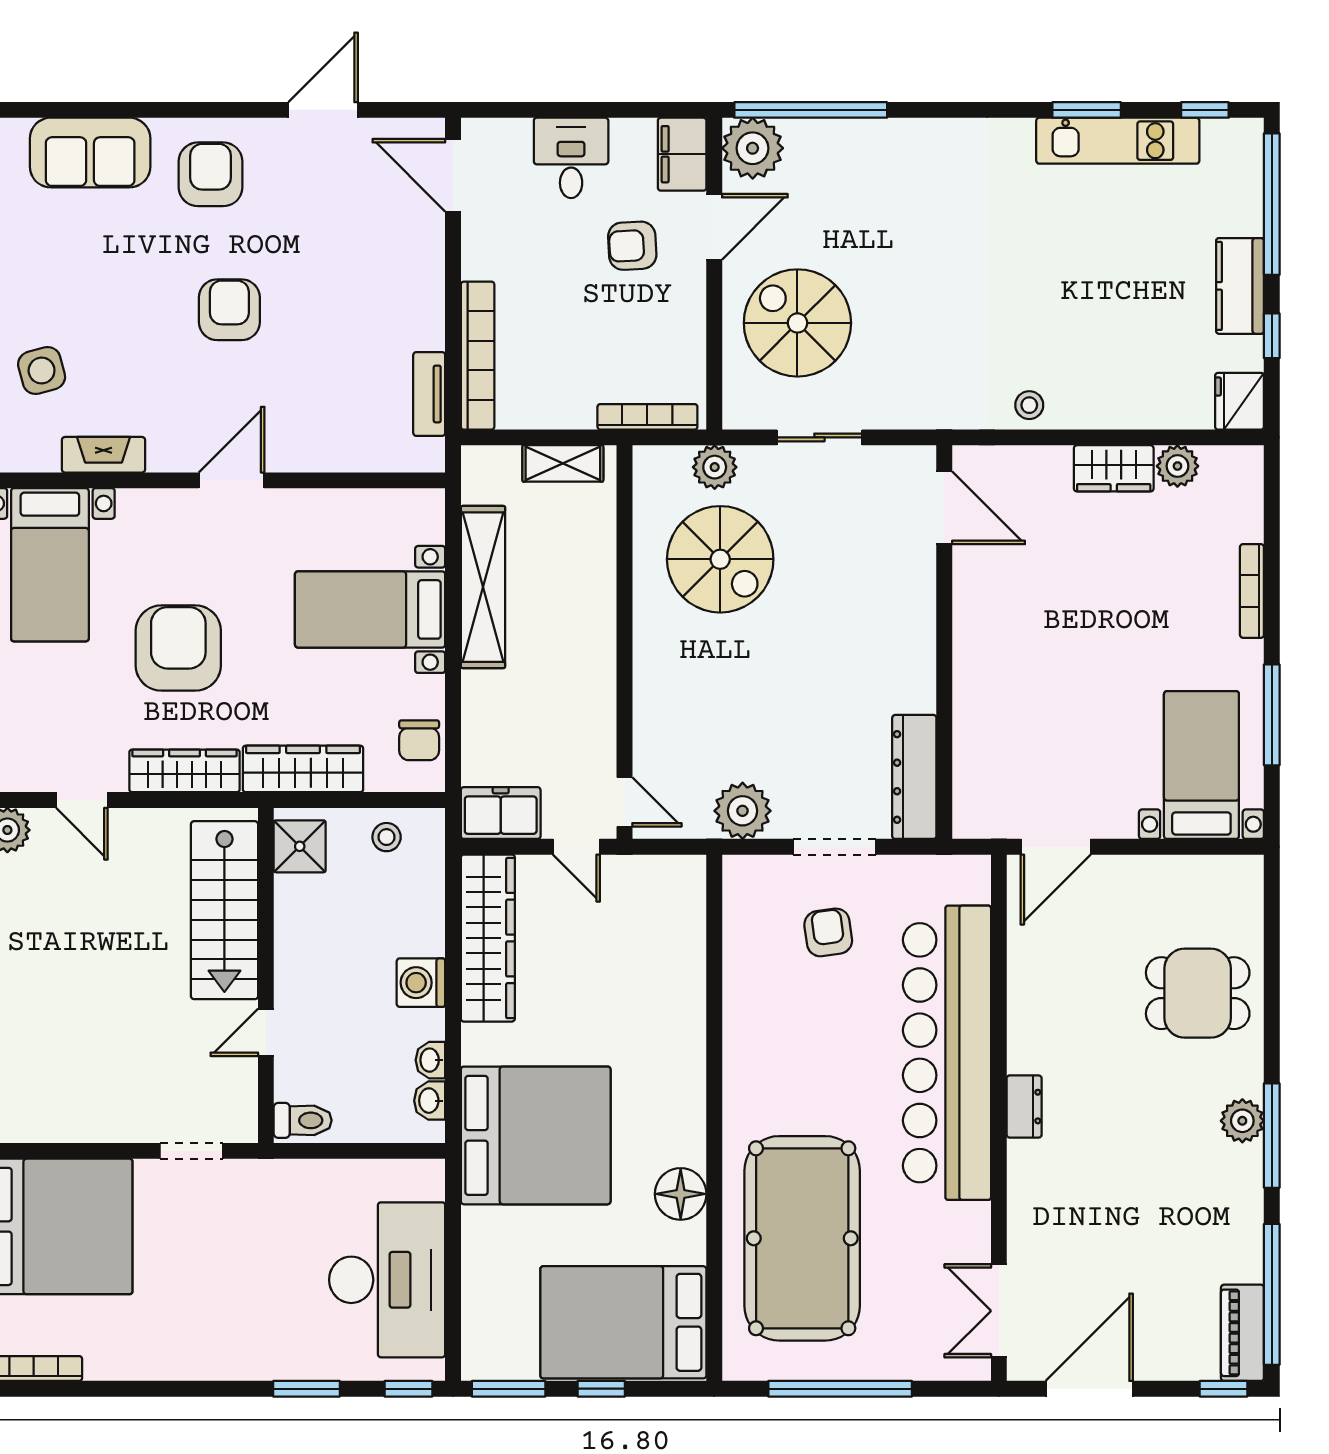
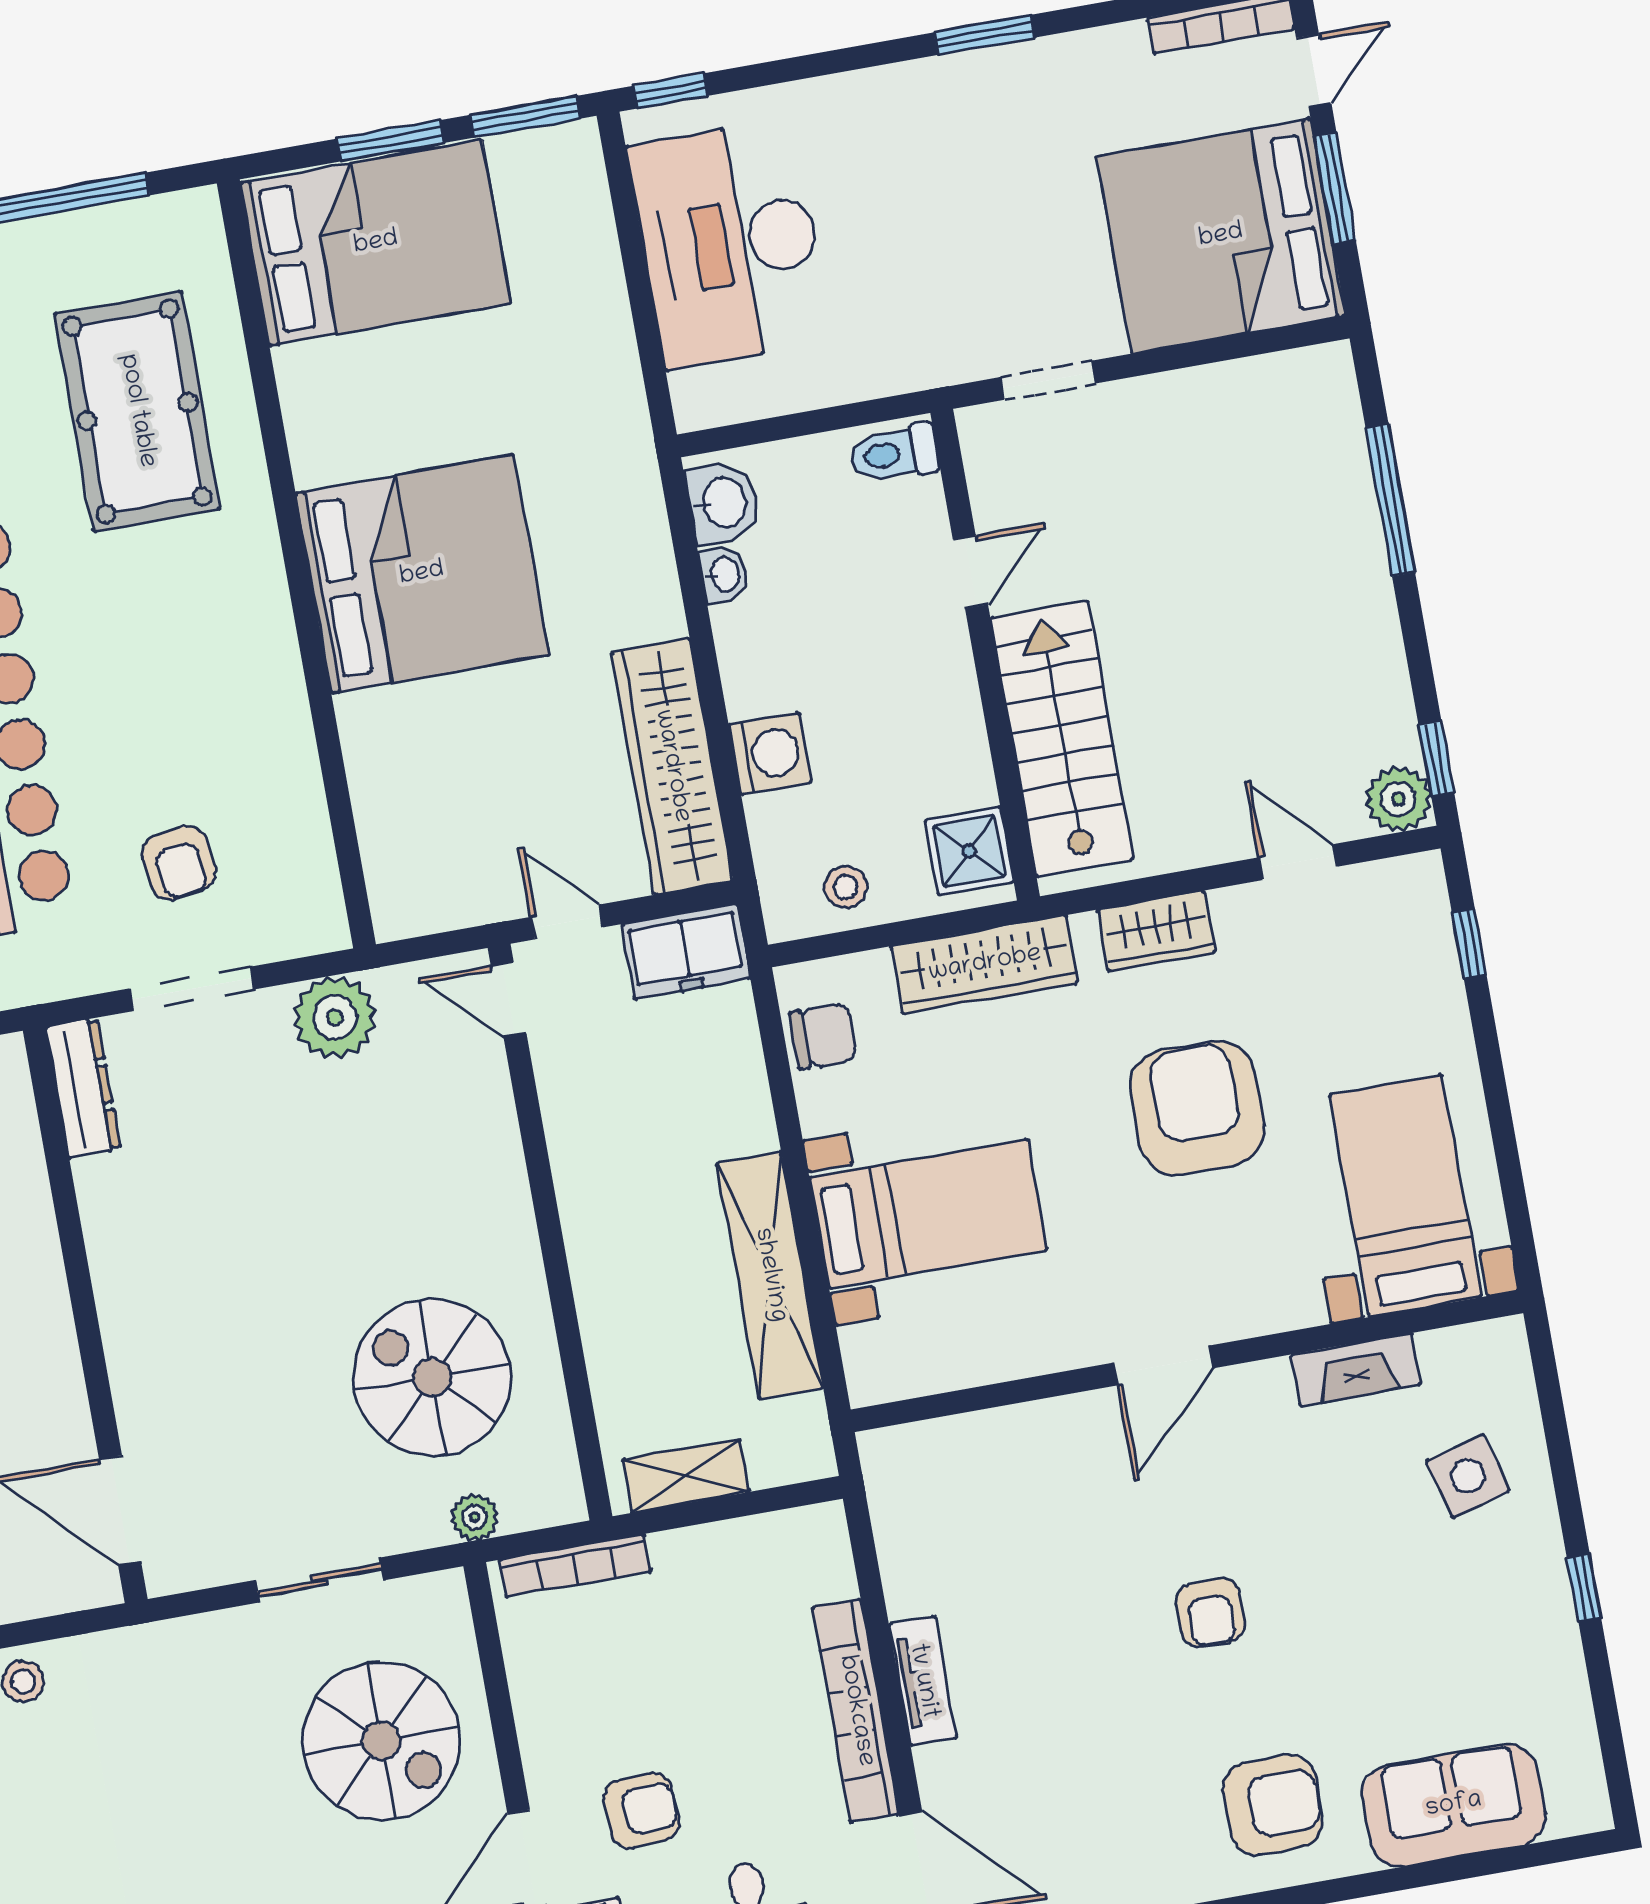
armchair: (211, 174) -> (1273, 1805), turned -90
armchair: (229, 310) -> (1211, 1613), width x0.72, depth x0.72
bookcase: (478, 356) -> (856, 1711), moved
tv unit: (429, 394) -> (923, 1681), moved
plant: (715, 467) -> (475, 1517), width x0.73, depth x0.73
armchair: (178, 648) -> (1197, 1108), turned 180
chair: (419, 740) -> (823, 1036), turned 90
wardrobe: (185, 771) -> (1156, 931), width x0.67
dresser: (914, 777) -> (83, 1088), width x0.73, depth x0.80
washing machine: (421, 983) -> (770, 753), moved
washbasin: (430, 1101) -> (723, 503), width x1.38, depth x1.45
bed: (536, 1135) -> (422, 574), moved, turned 180
floor lamp: (681, 1194) -> (326, 444), removed
pool table: (802, 1238) -> (137, 411), width x0.73, depth x0.76
window: (306, 1389) -> (984, 35), moved
window: (601, 1389) -> (391, 141), width x1.50

